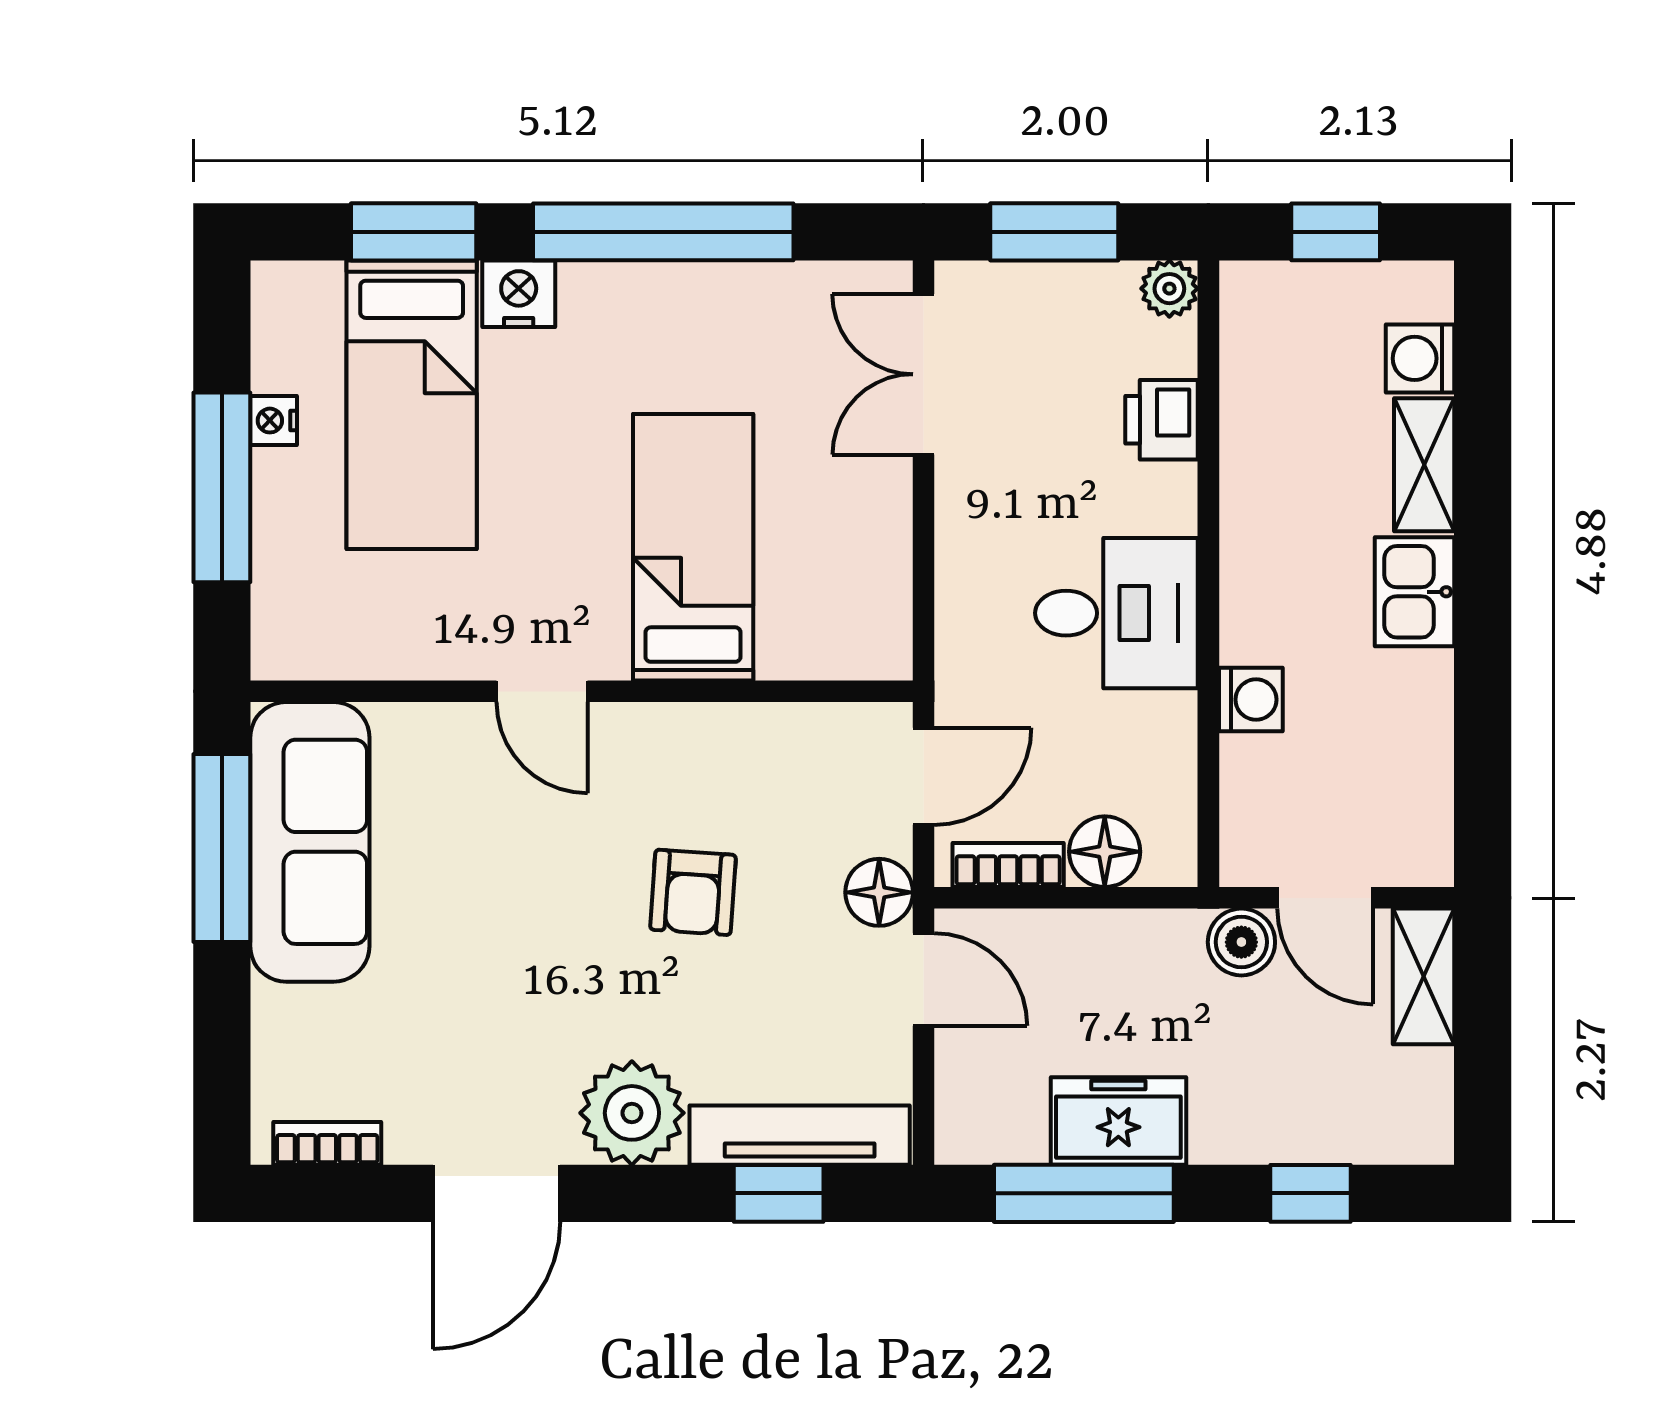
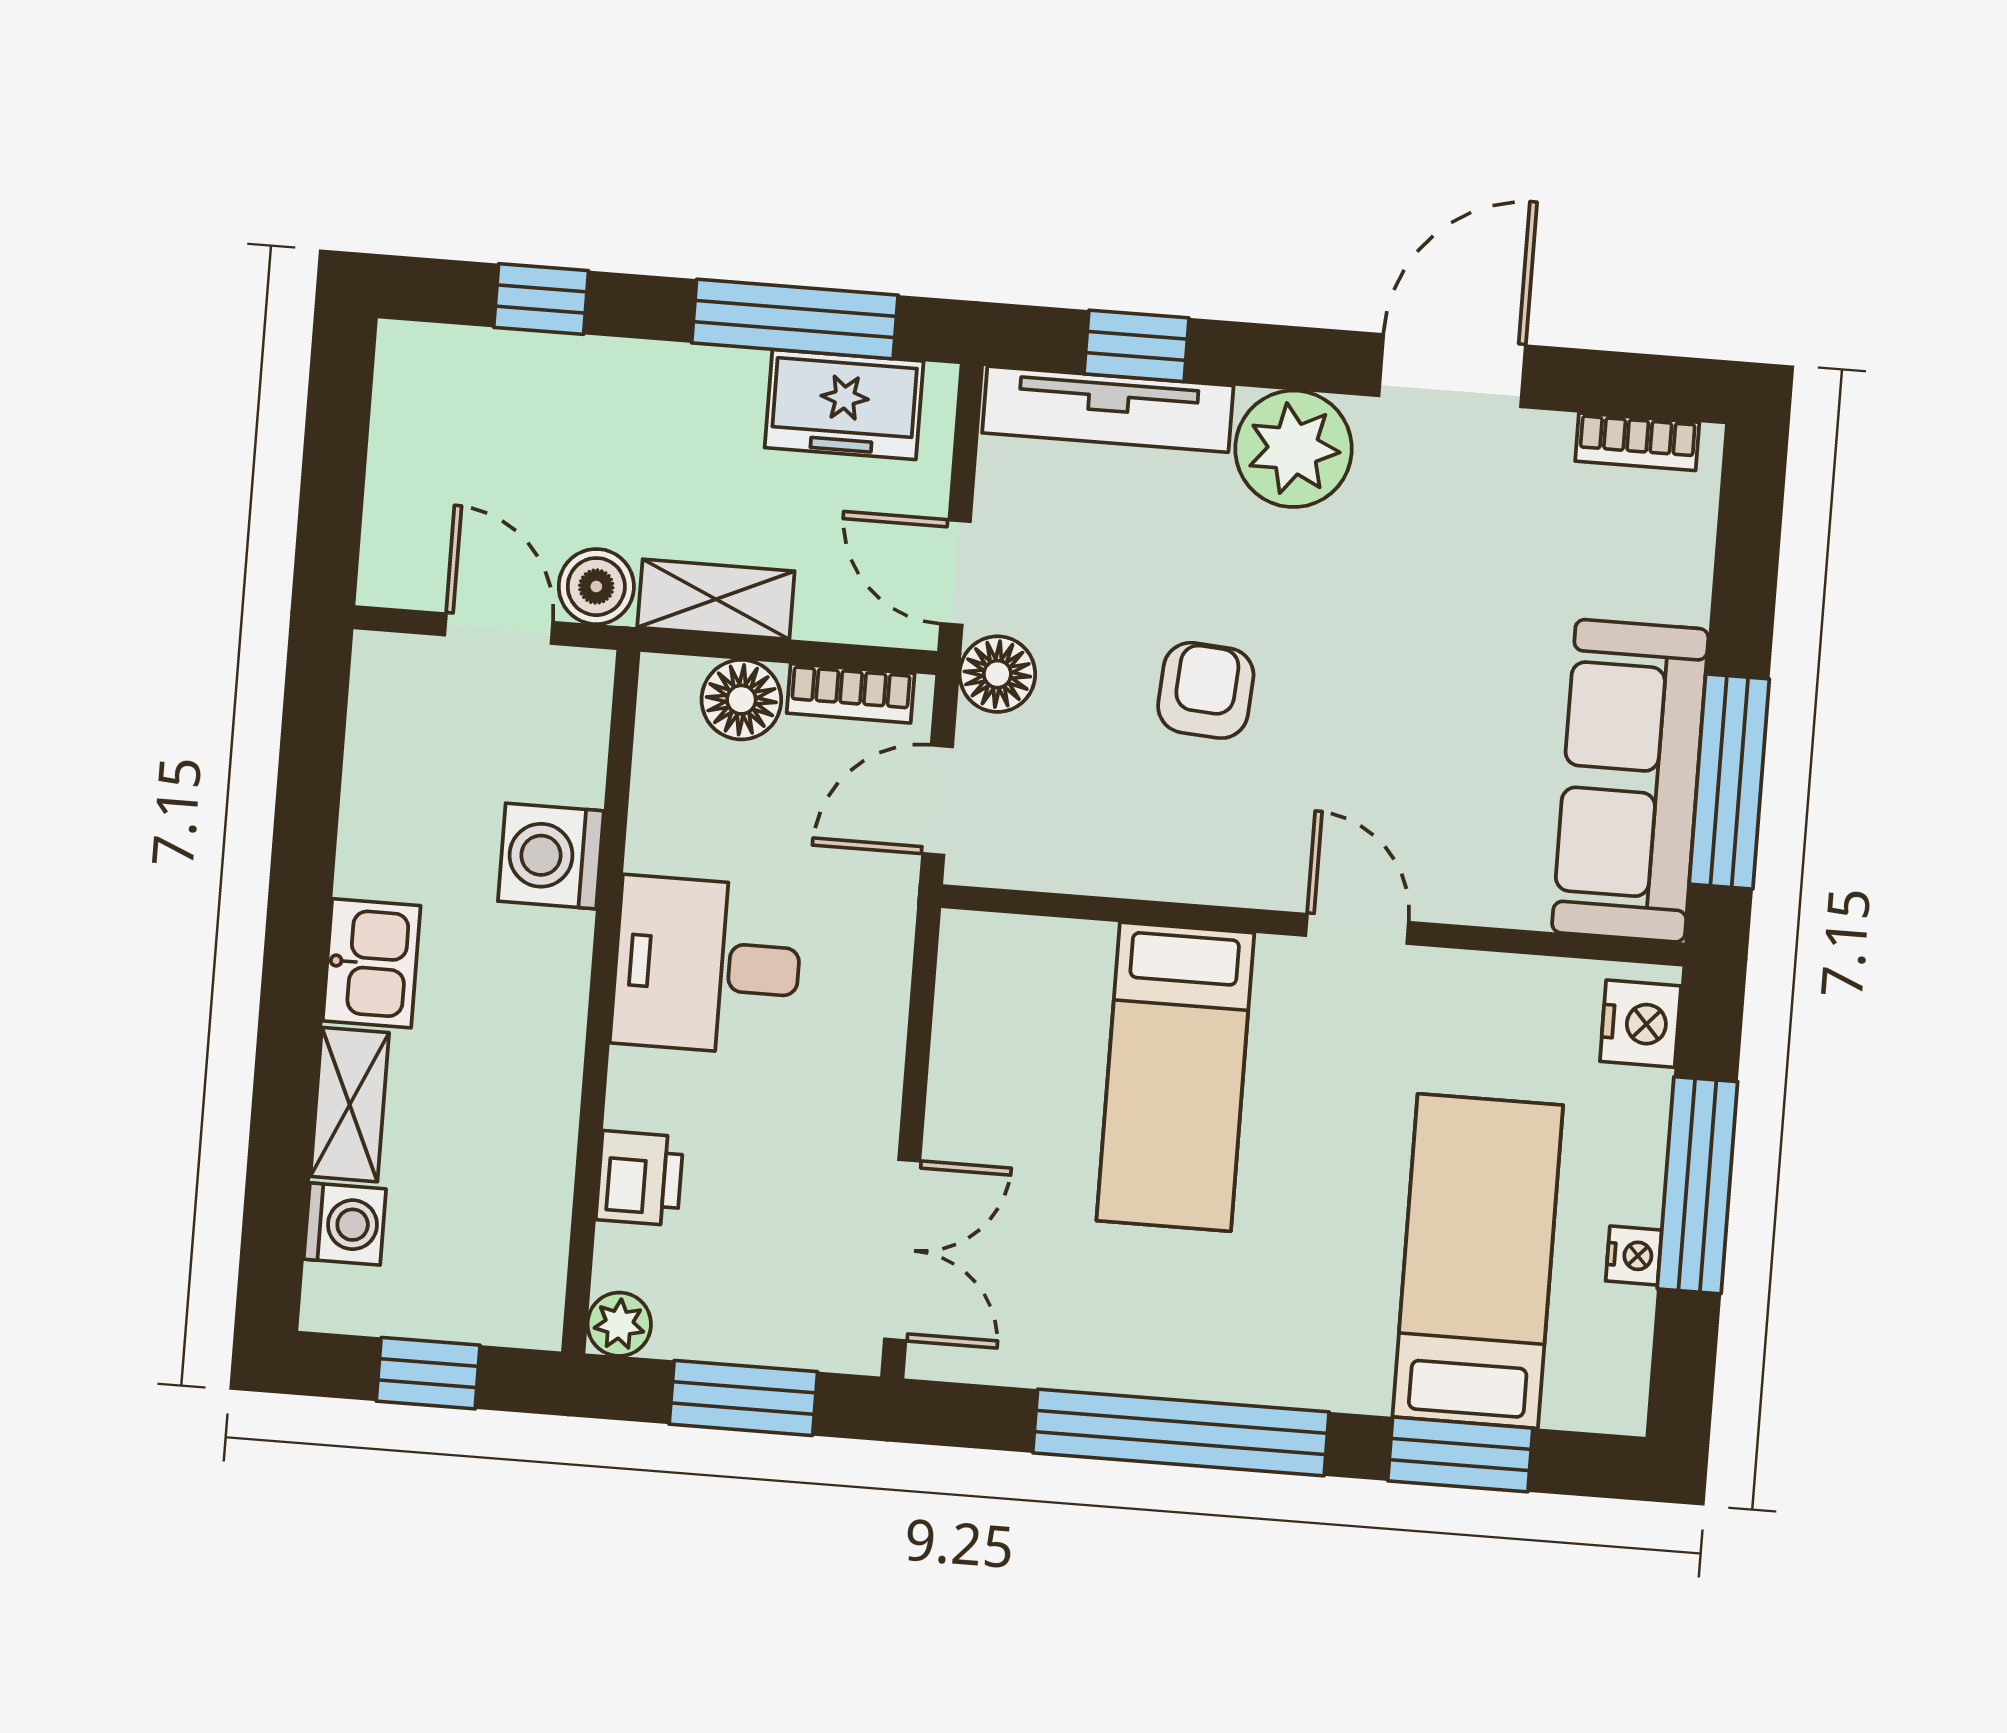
nightstand: (519, 294) -> (1640, 1024), moved, turned -90
washing machine: (1251, 700) -> (551, 856), width x1.38, depth x1.38
shelving: (1424, 976) -> (716, 599), moved, turned 90
freezer: (1118, 1121) -> (844, 404), moved

